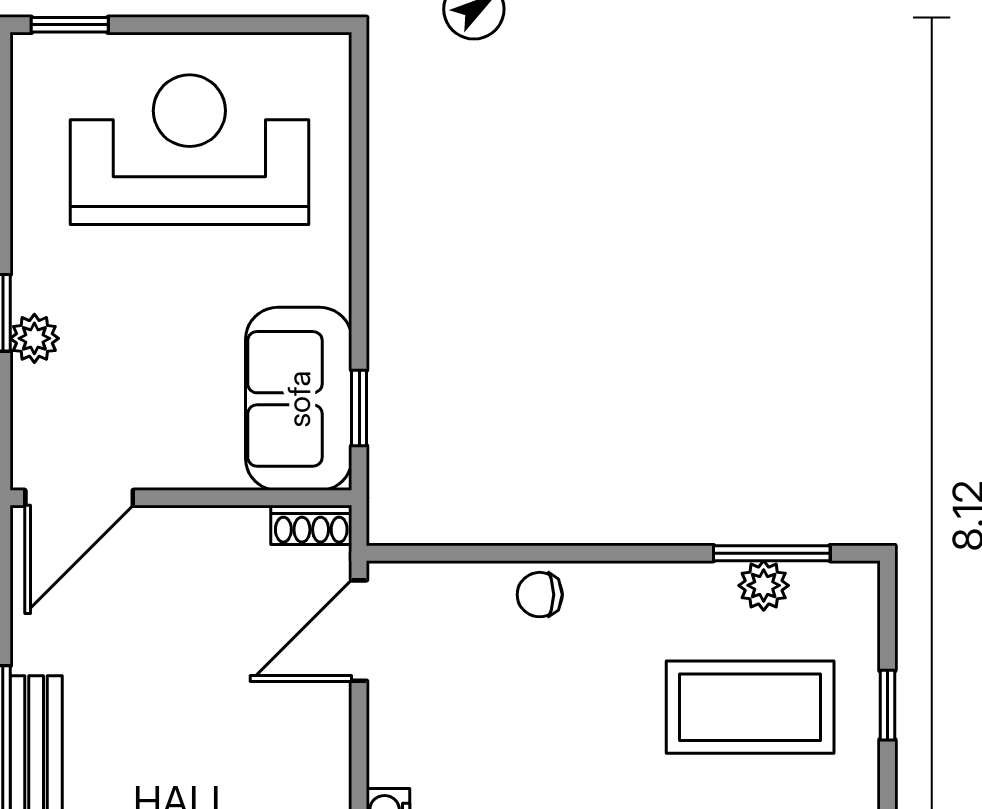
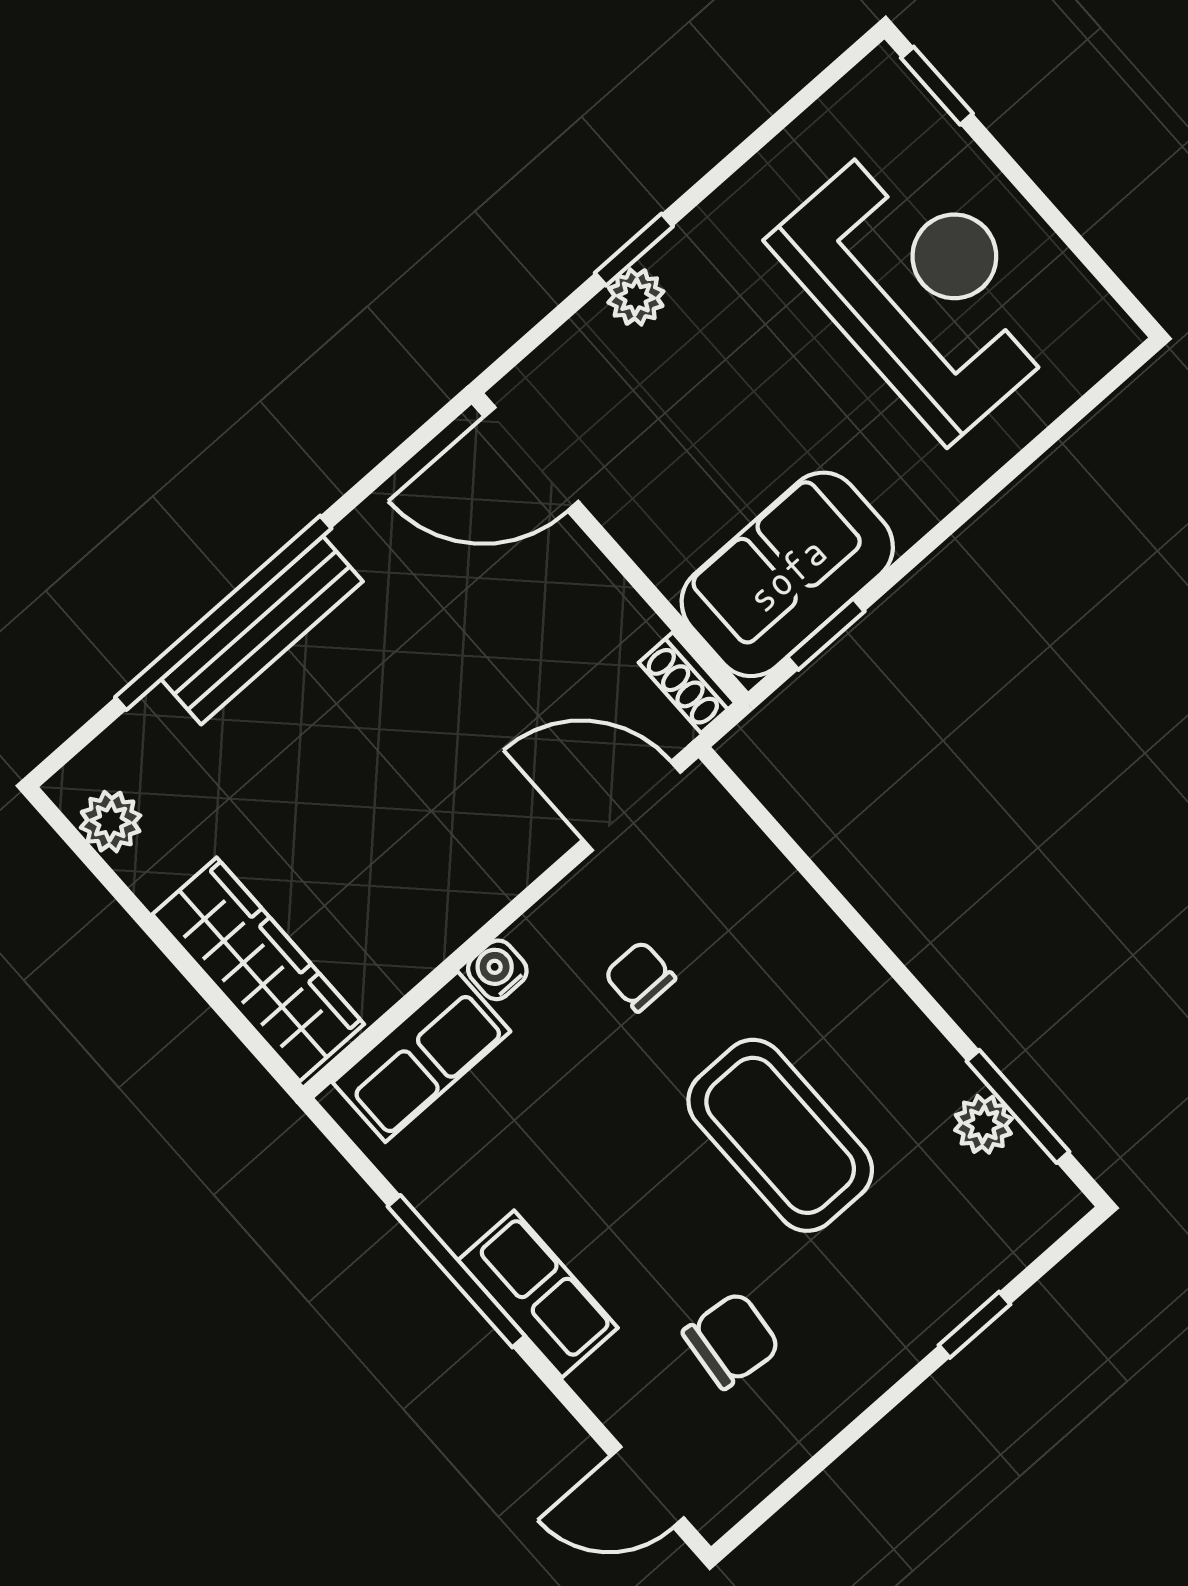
chair: (540, 595) -> (640, 976), moved
coffee table: (750, 707) -> (780, 1135), moved

